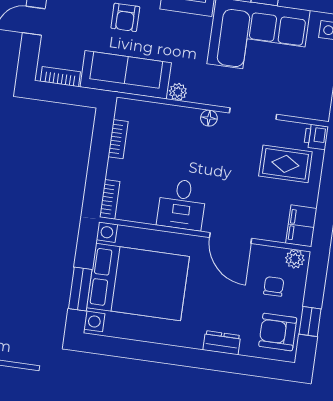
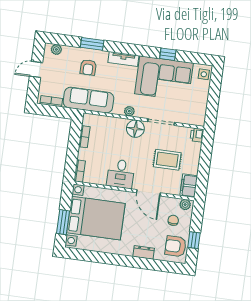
plant: (178, 92) -> (129, 111), moved
floor lamp: (209, 118) -> (135, 129), width x1.89, depth x1.89
rug: (285, 164) -> (167, 160), moved

